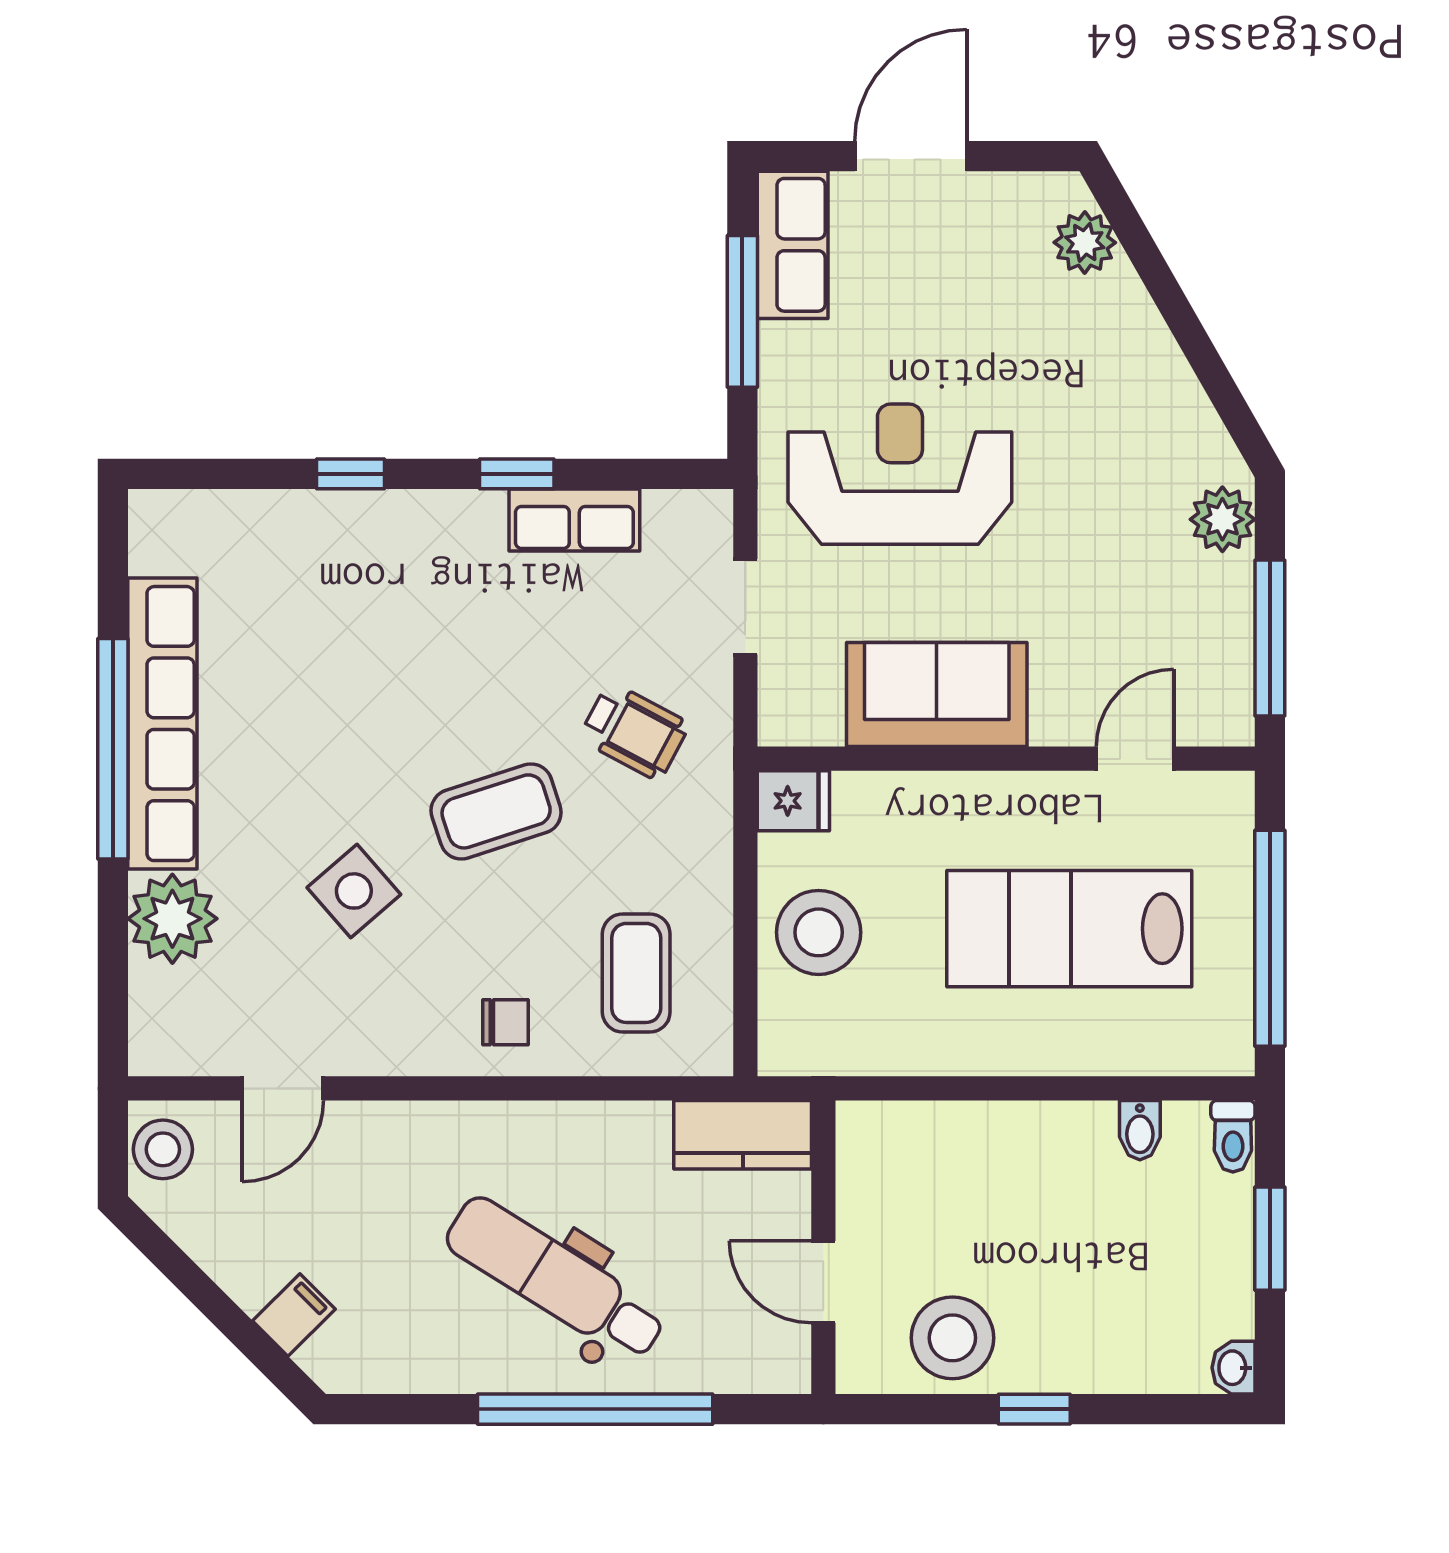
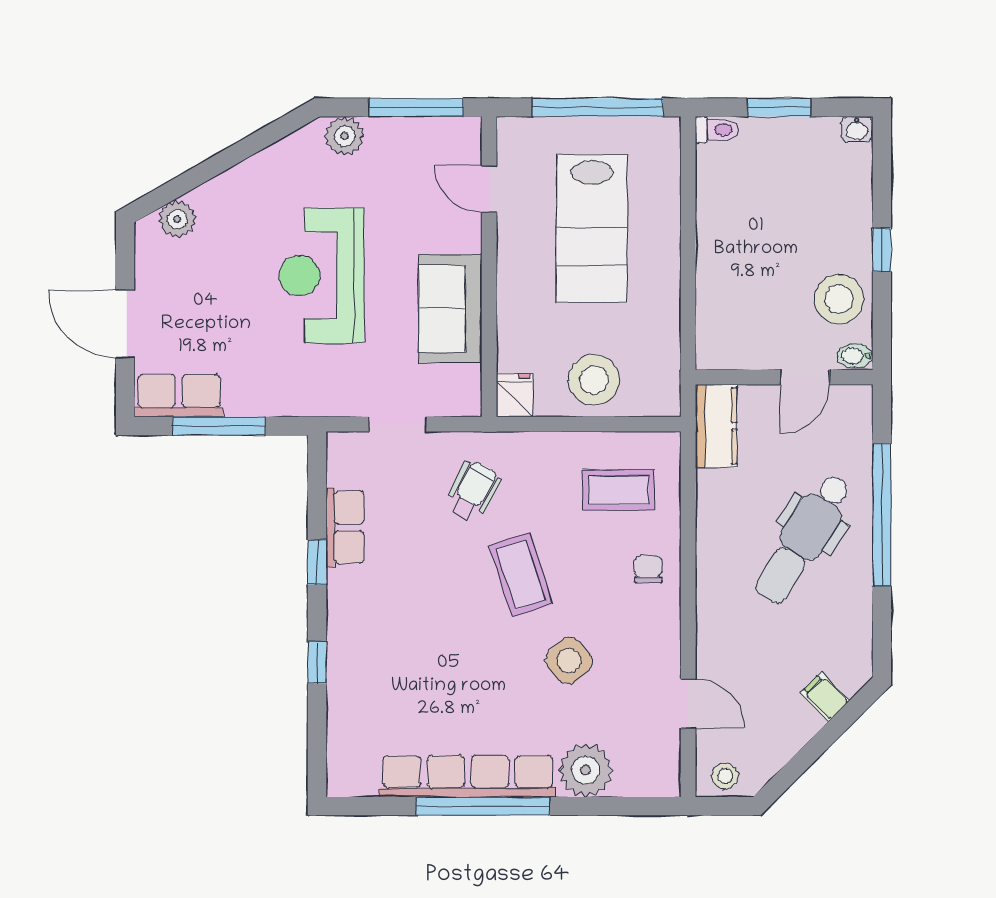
reception desk: (900, 474) -> (322, 275), moved
bidet: (1140, 1130) -> (855, 356), moved, turned 180
stool: (163, 1149) -> (725, 776), width x0.73, depth x0.73

